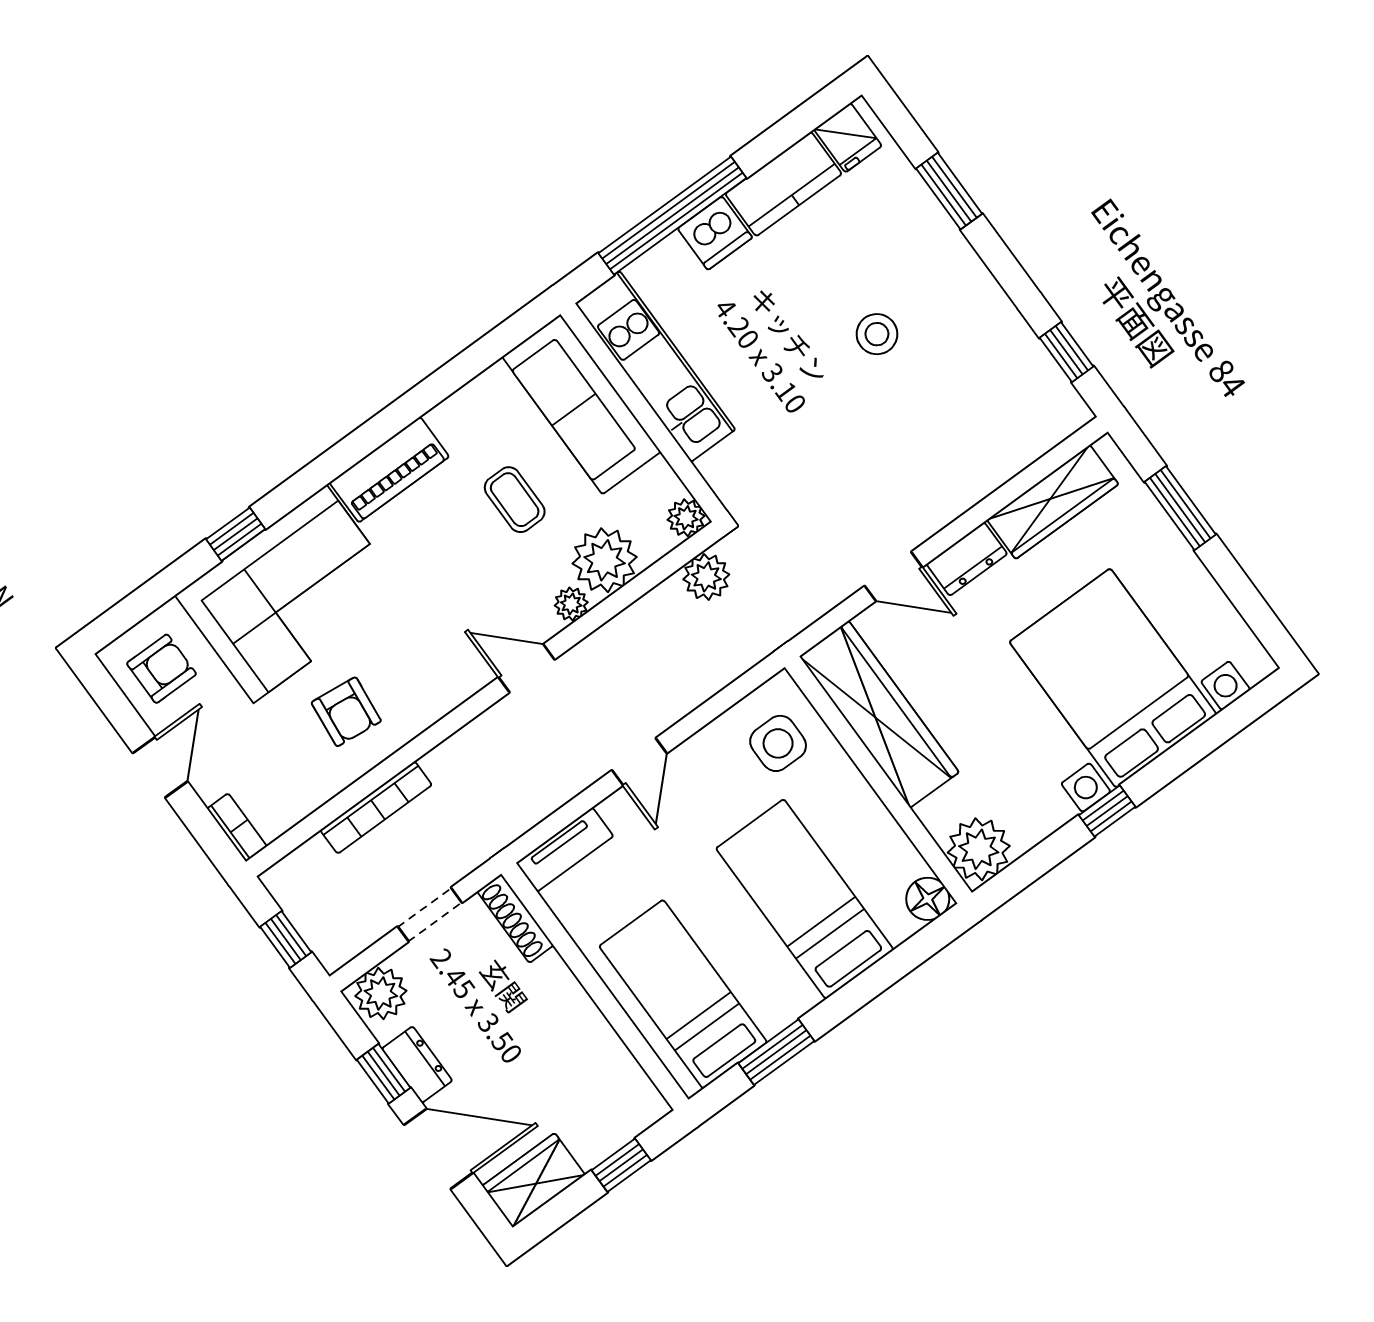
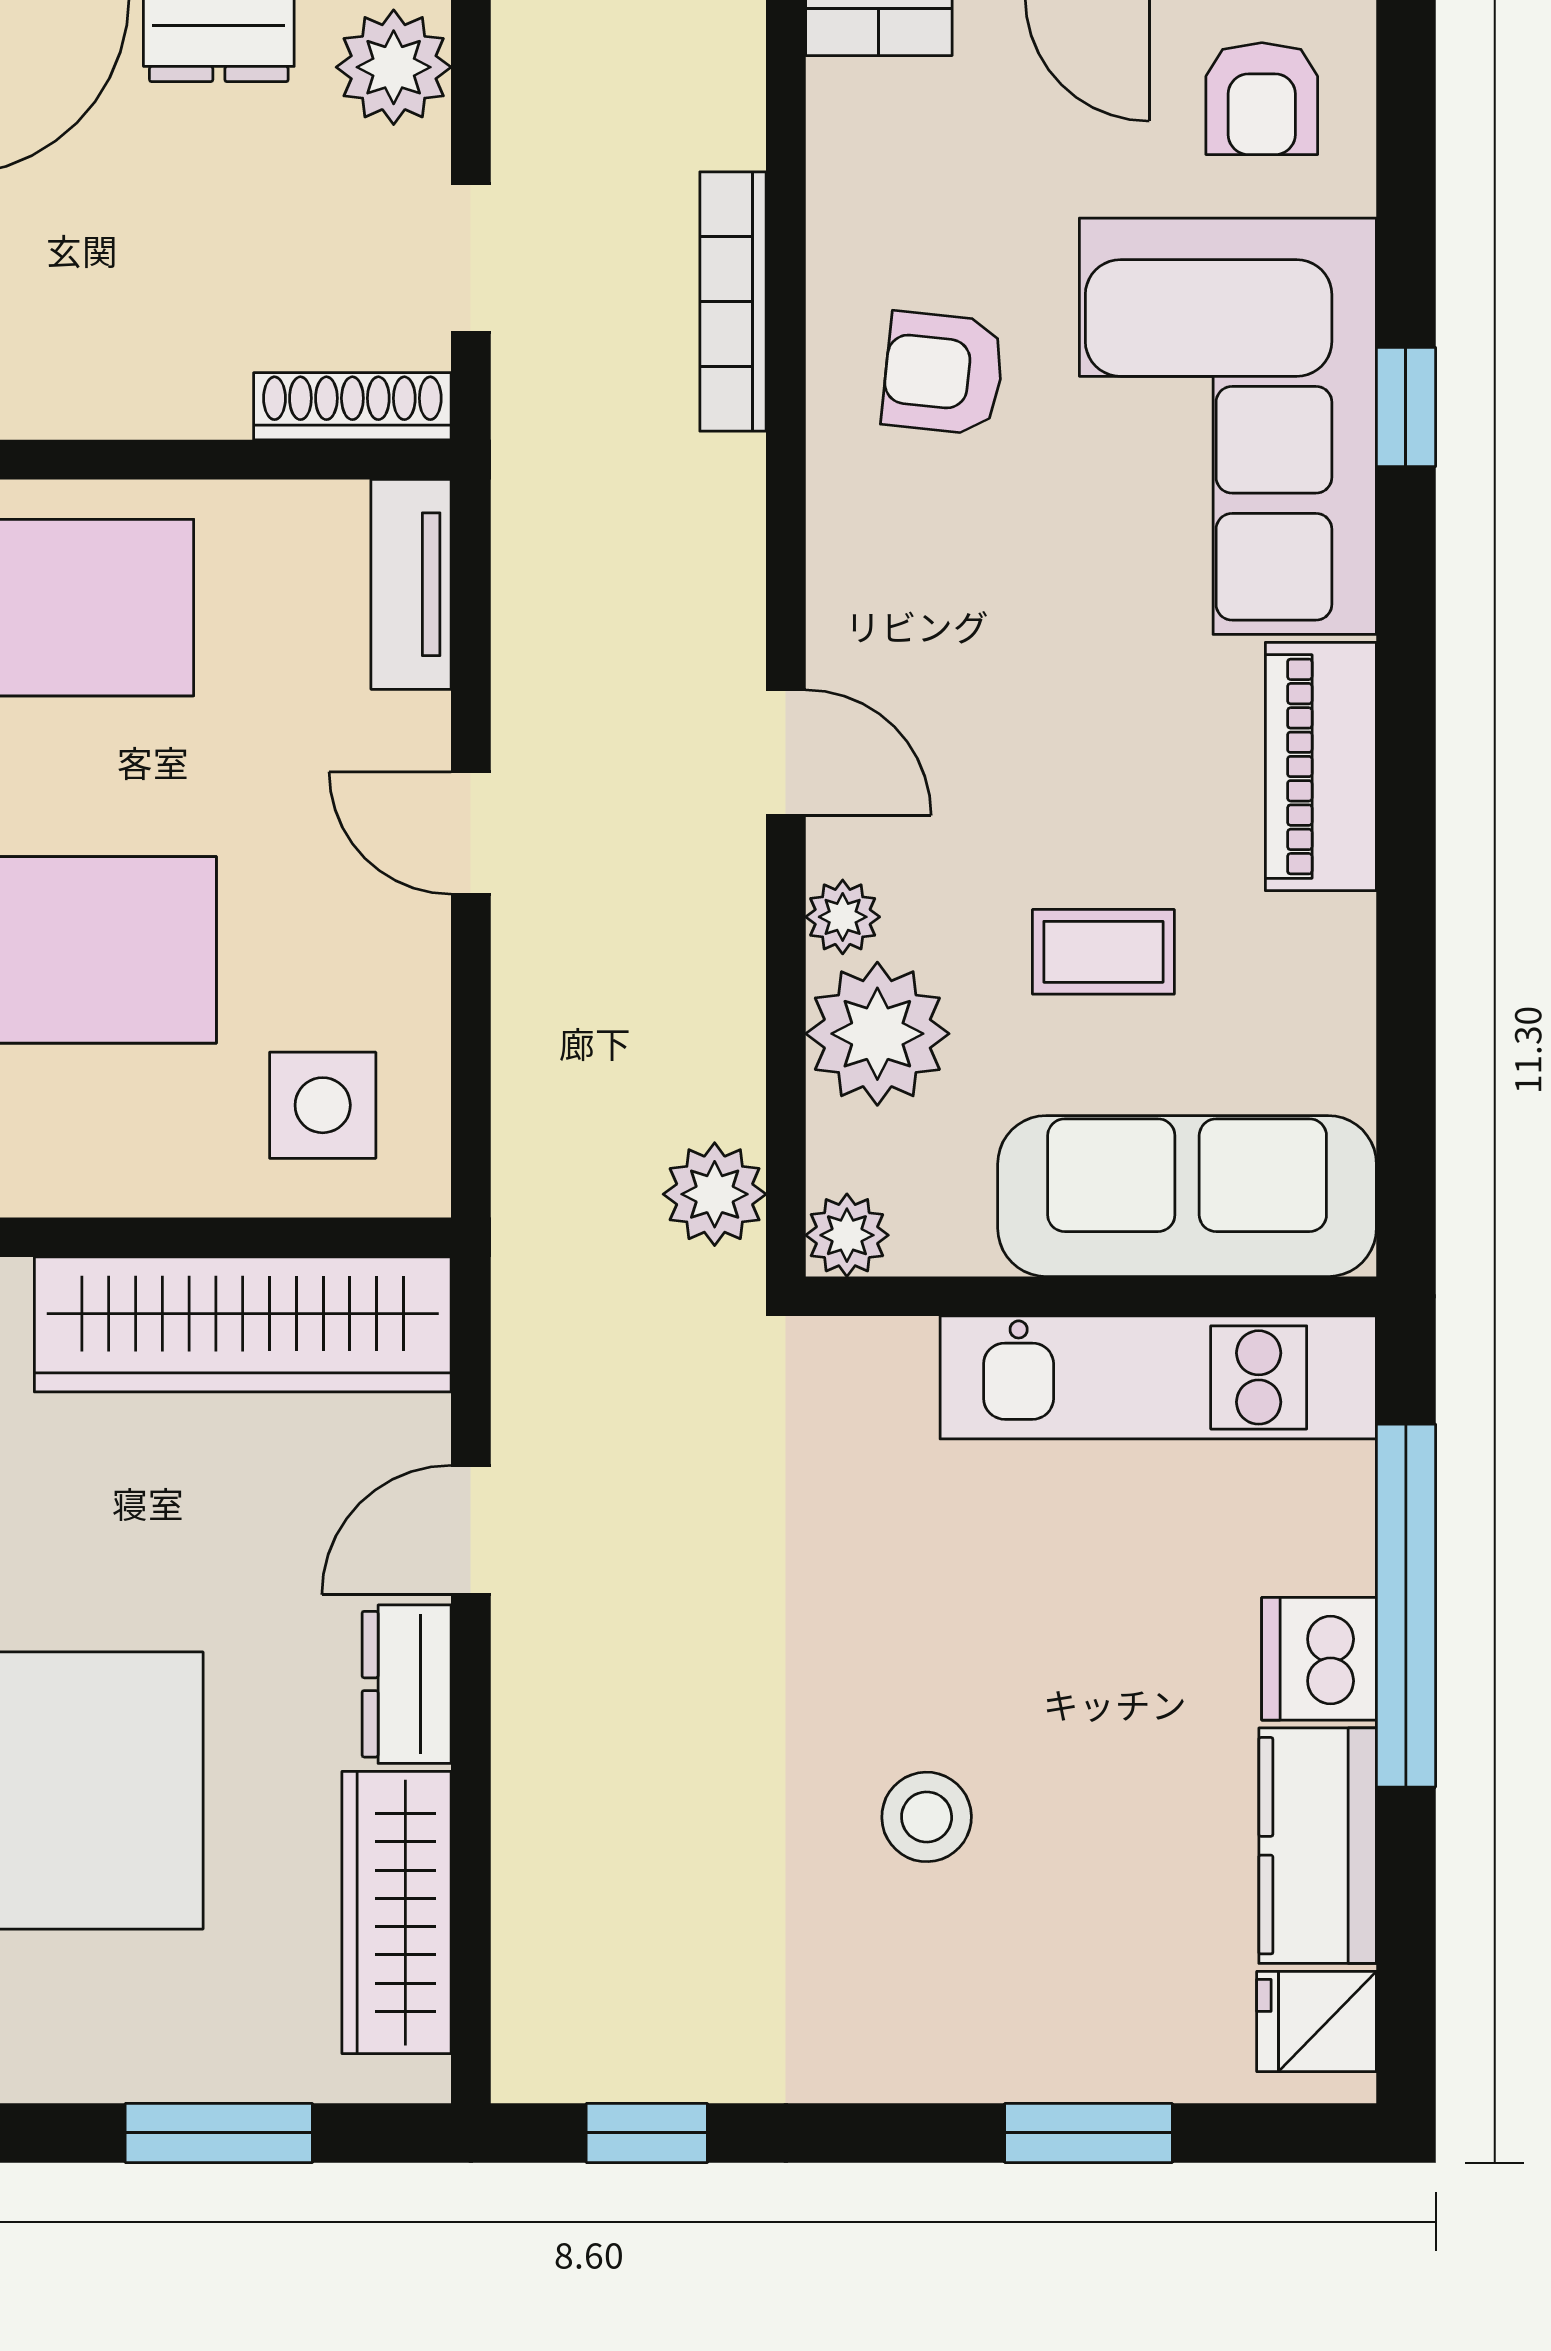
door: (526, 668) -> (786, 753), hinge flipped

